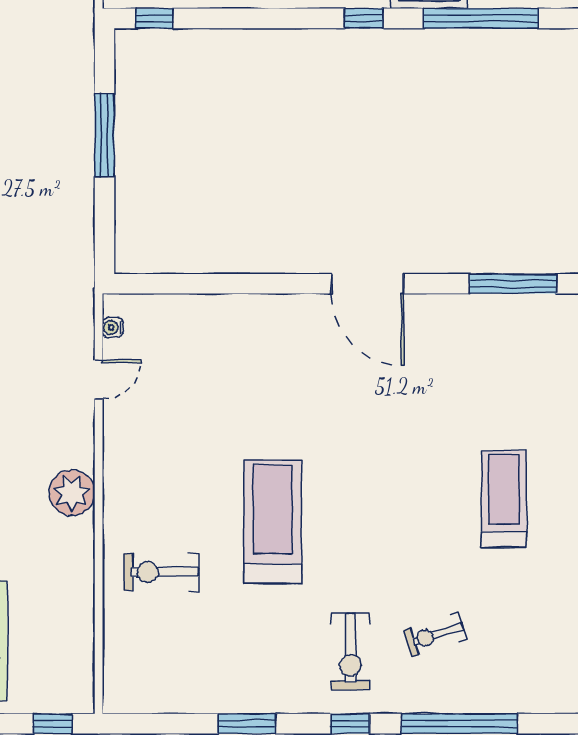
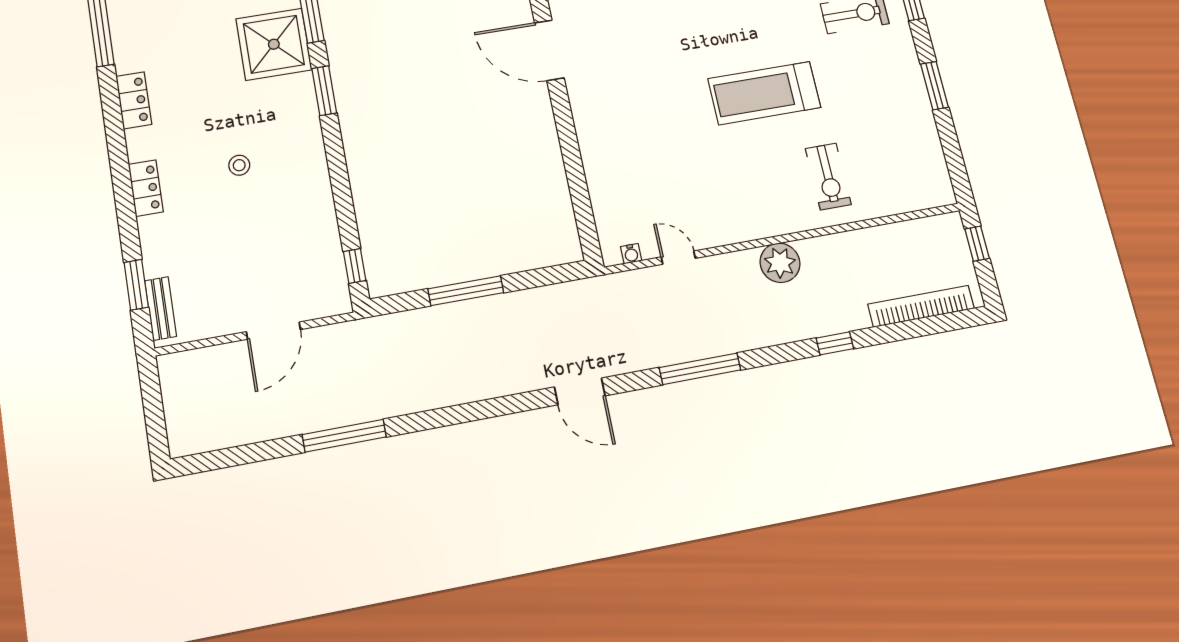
window: (364, 18) -> (324, 91), width x1.50
door: (367, 284) -> (549, 50), swing flipped

